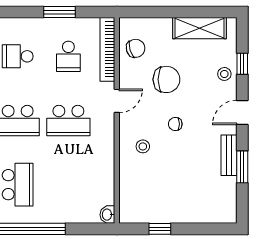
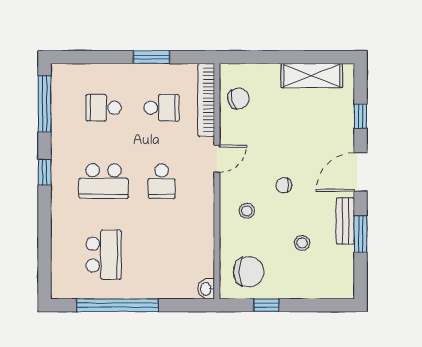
school desk: (68, 56) -> (162, 108), turned -90
stool: (224, 74) -> (302, 243), moved
chair: (166, 79) -> (249, 272), moved
door: (242, 113) -> (361, 172), width x1.38
school desk: (68, 120) -> (162, 181), width x0.54

